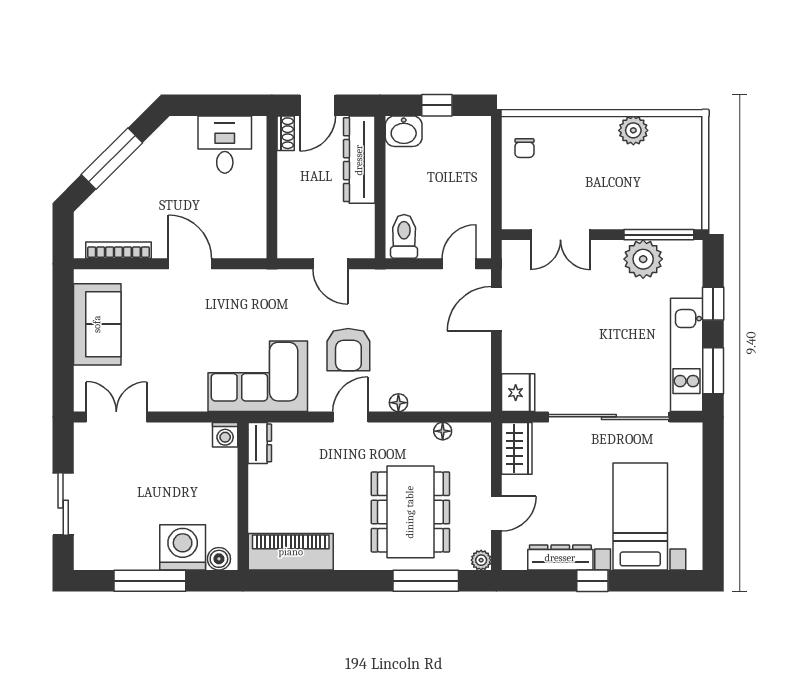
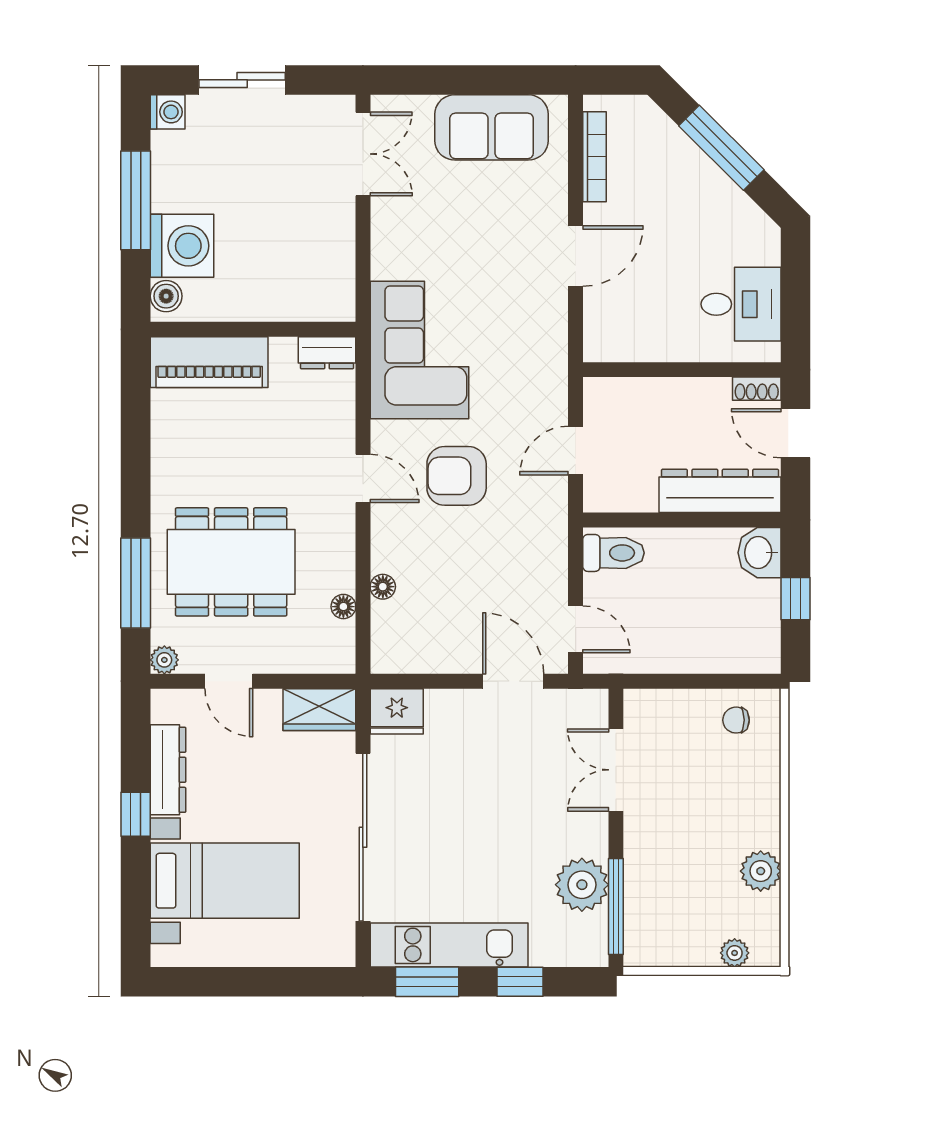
plant: (692, 149) -> (735, 953), added
floor lamp: (398, 403) -> (383, 587), moved
washing machine: (225, 435) -> (168, 112), moved, turned 180
piano: (291, 552) -> (209, 362), moved, turned 90

